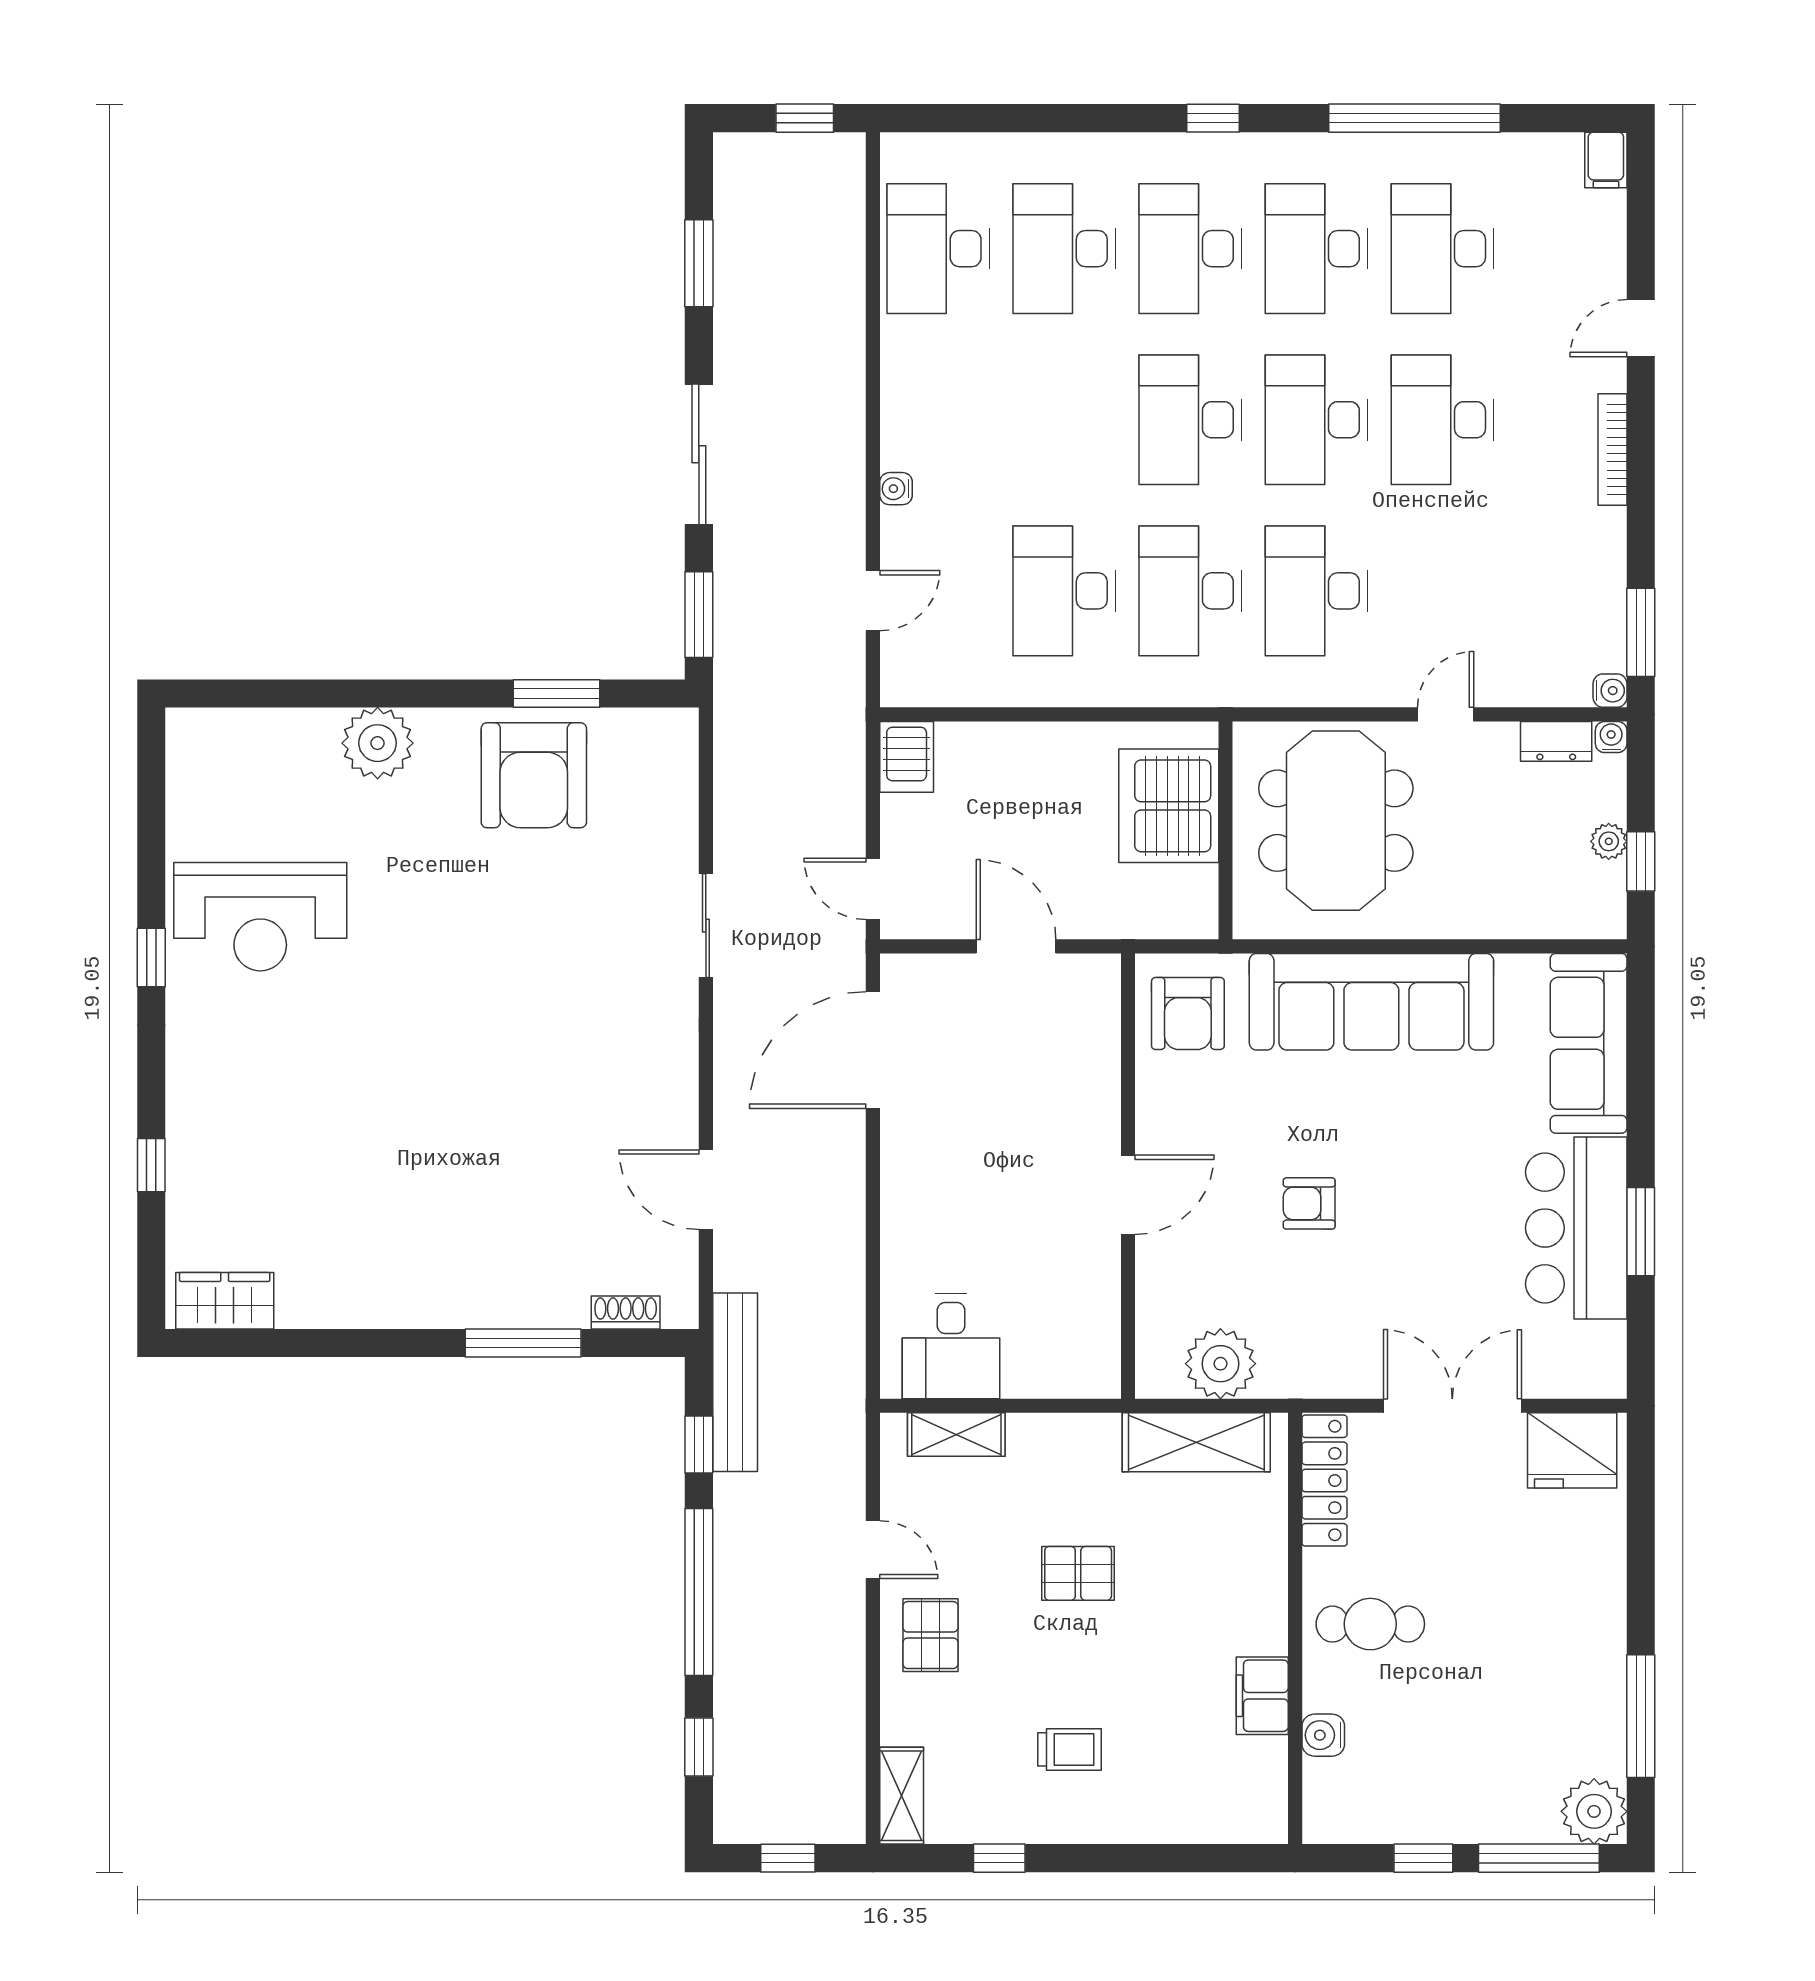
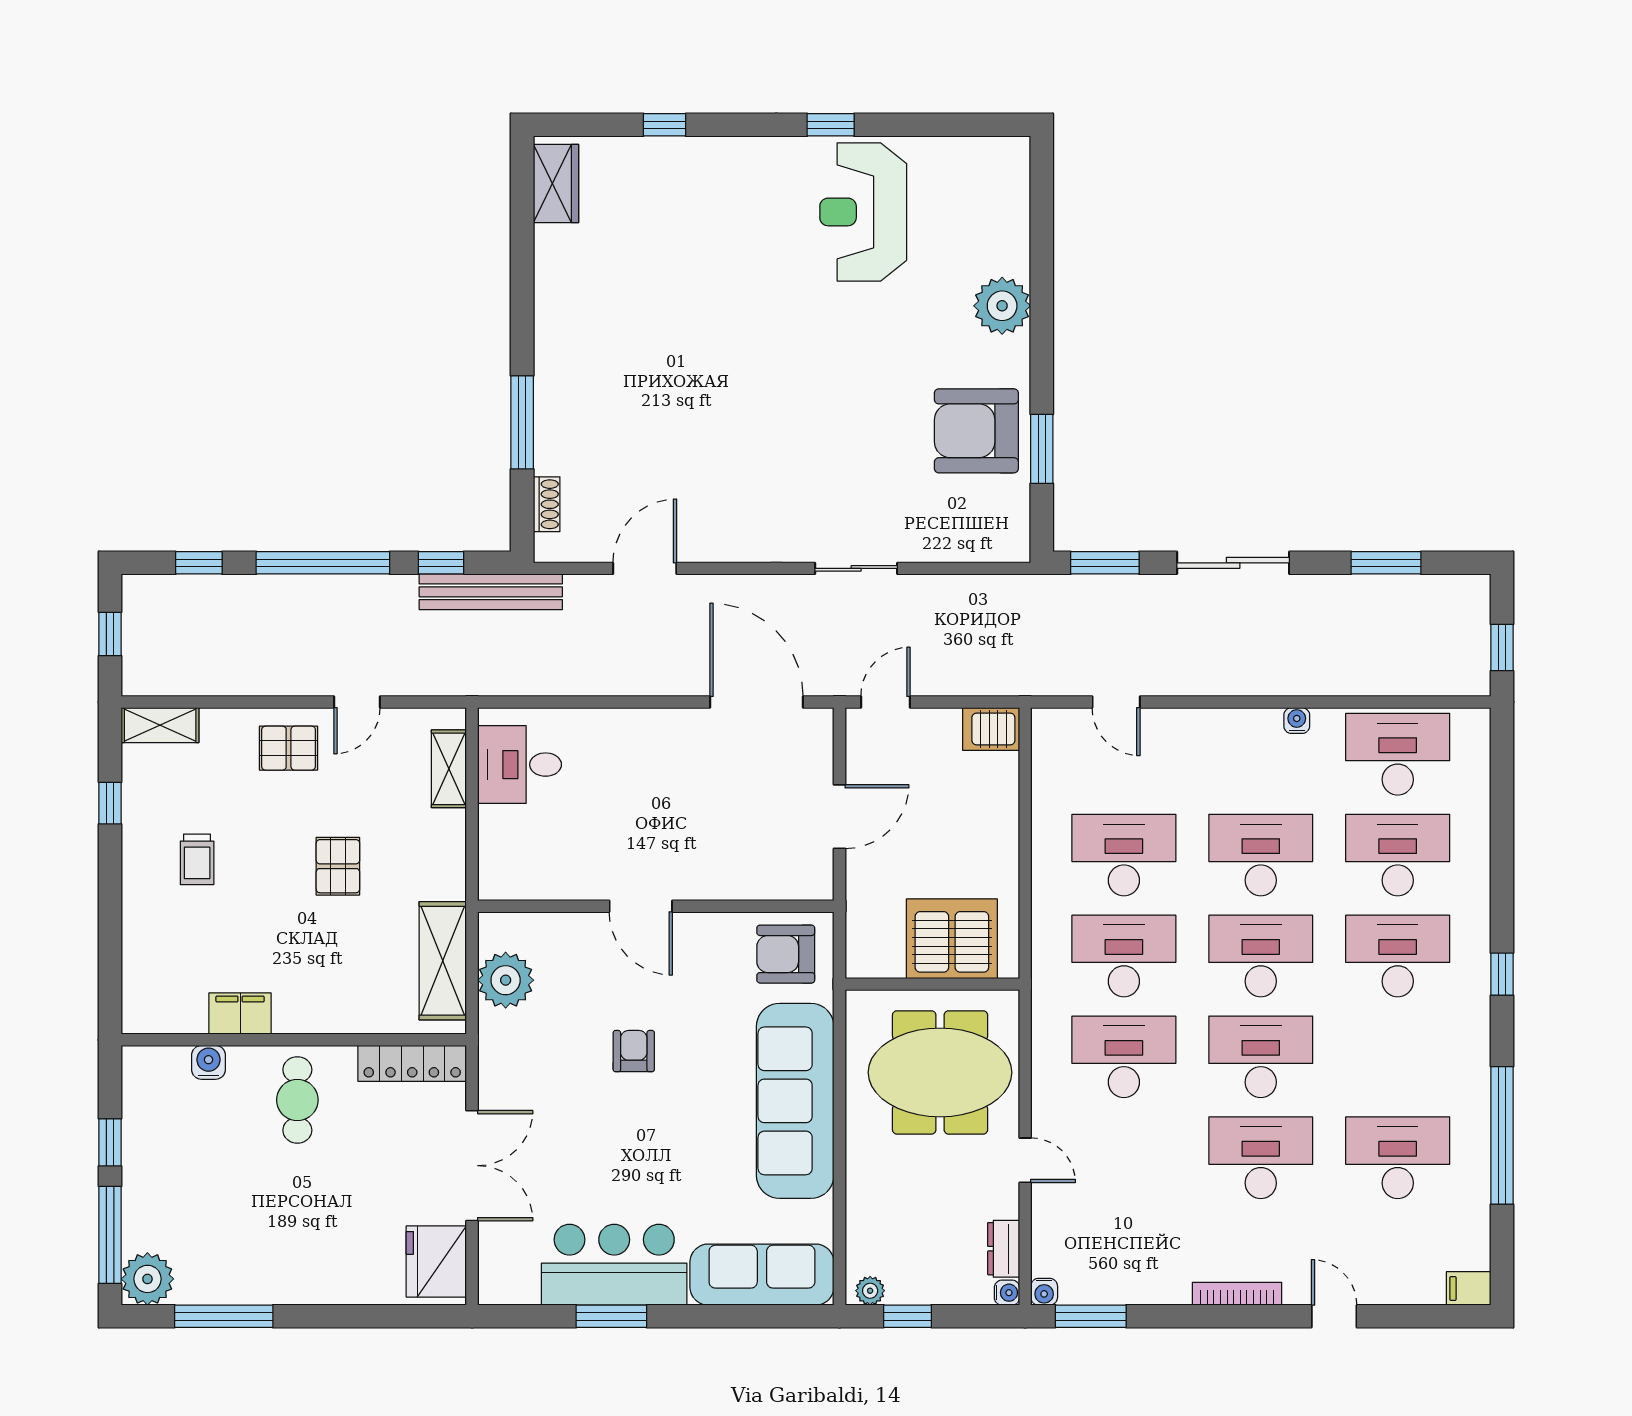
desk: (1316, 249) -> (1261, 855), moved
water cooler: (896, 489) -> (1297, 721), moved
plant: (1609, 841) -> (870, 1291), moved

